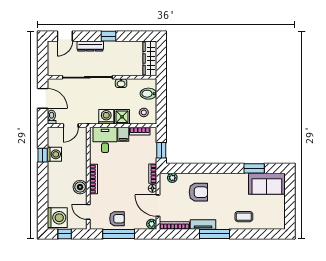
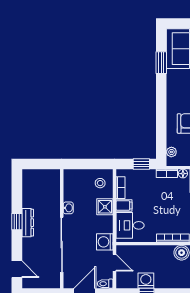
dresser: (90, 46) -> (28, 223), moved
wardrobe: (150, 58) -> (41, 176), removed
bidet: (148, 94) -> (80, 178), removed
washing machine: (106, 117) -> (105, 242), moved

